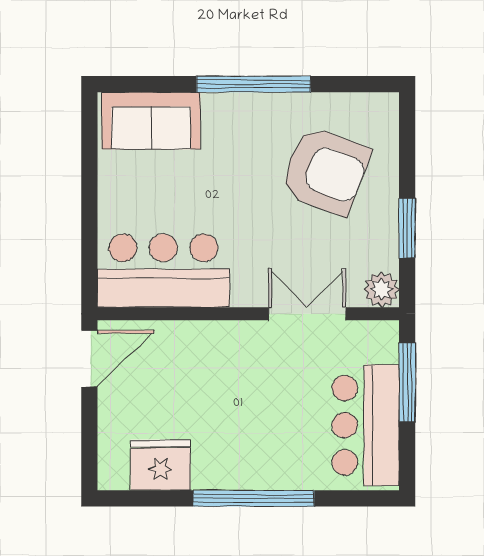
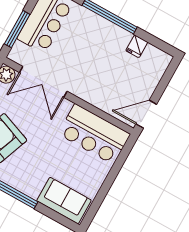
double door: (307, 314) -> (43, 82), width x1.37
fridge: (161, 465) -> (137, 46), width x0.53, depth x0.75

